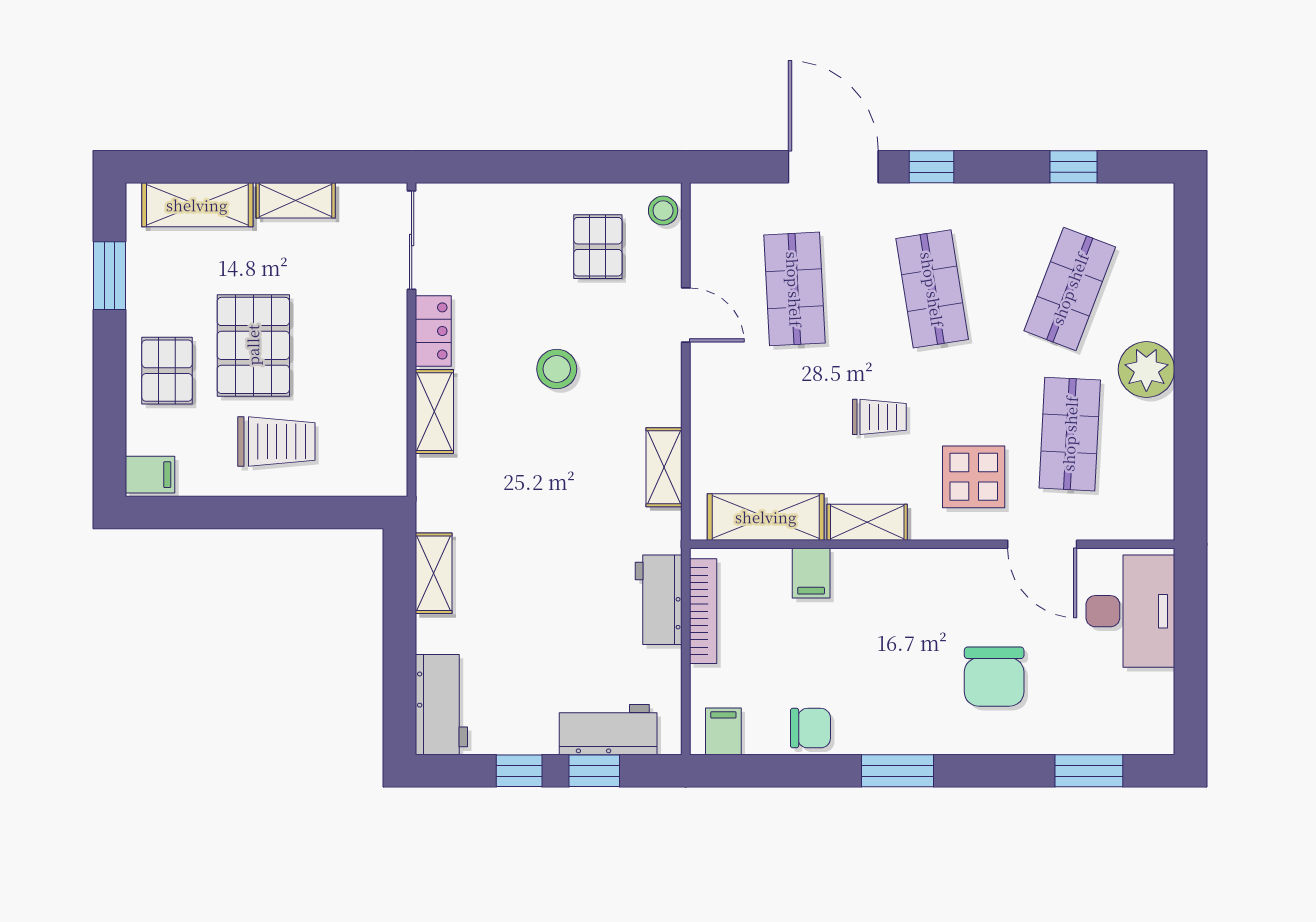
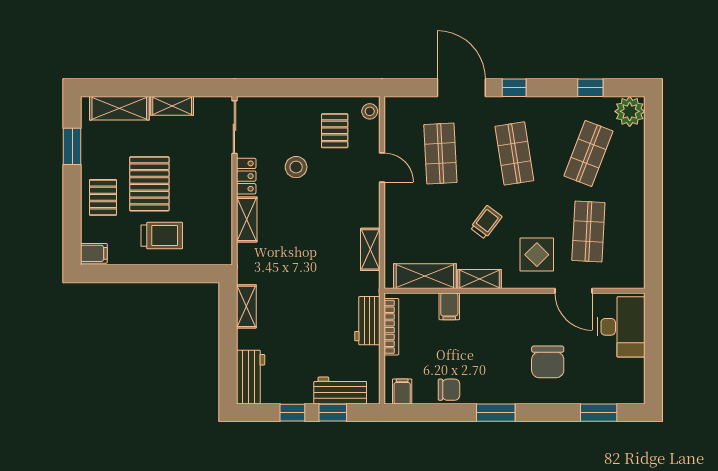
stool: (557, 369) -> (296, 167), moved
plant: (1146, 370) -> (630, 111), moved
trolley: (879, 417) -> (486, 222), turned -53

